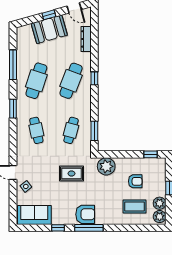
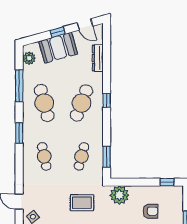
plant: (22, 39) -> (29, 58), added
cafe table: (36, 81) -> (44, 103), turned -33

